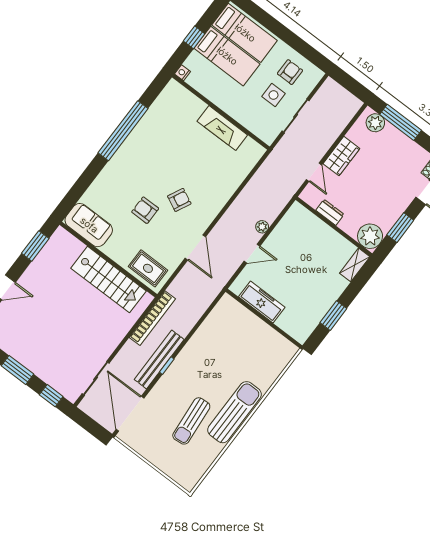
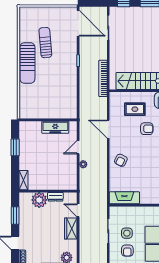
fireplace: (222, 128) -> (124, 198), moved
armchair: (179, 200) -> (121, 160), moved
plant: (370, 236) -> (39, 200), moved
rug: (148, 268) -> (135, 109), moved
bench: (159, 359) -> (84, 61), removed

